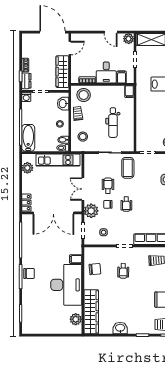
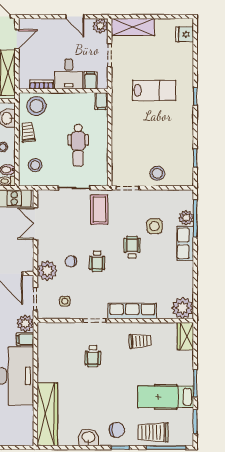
wheelchair: (108, 186) -> (132, 247), moved
double door: (83, 189) -> (35, 224), moved
chair: (95, 269) -> (117, 430), moved
plant: (76, 319) -> (25, 323), moved

